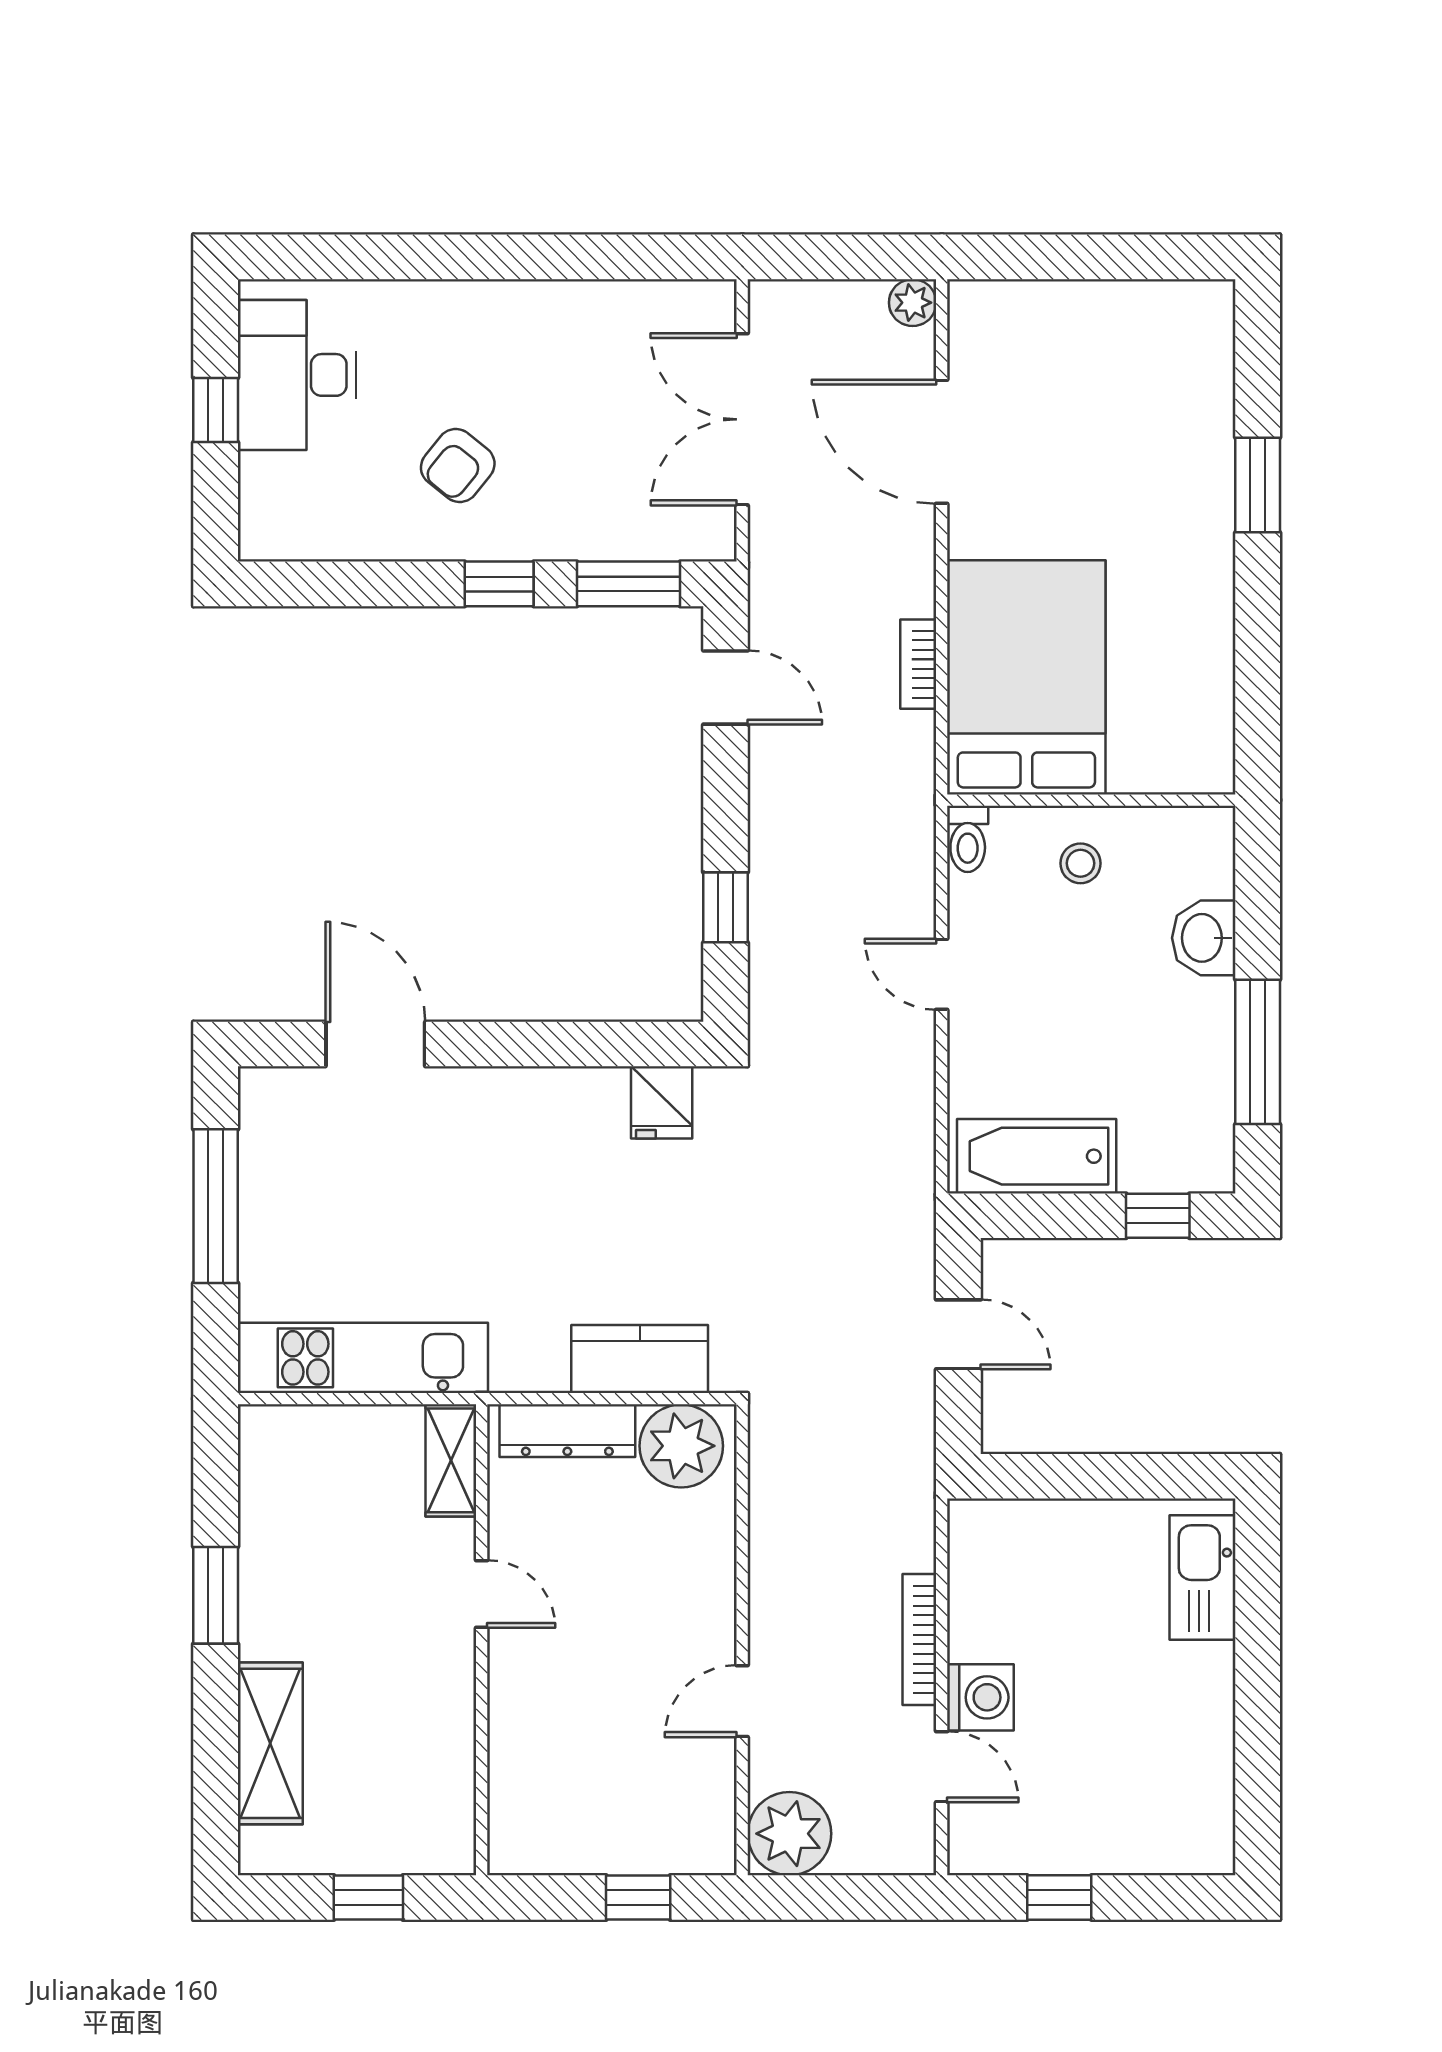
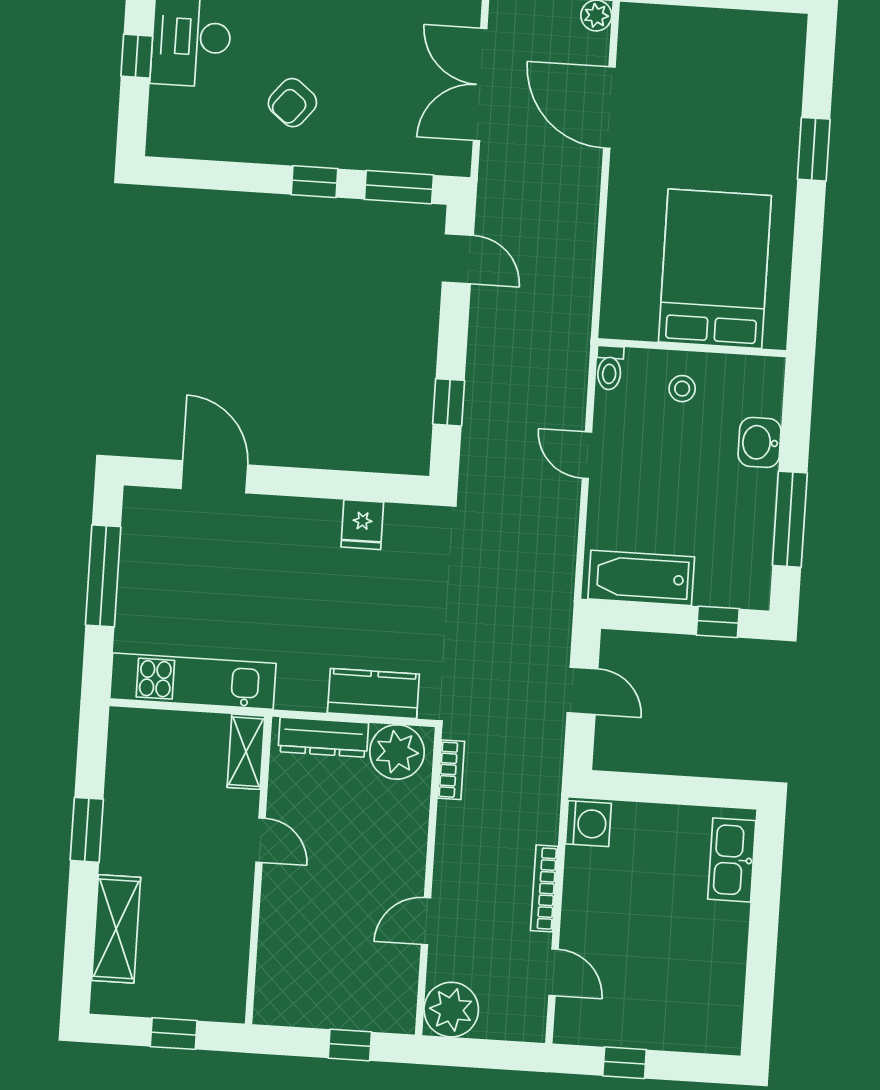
bookcase: (918, 664) -> (451, 770), moved, turned 180
bed: (1026, 677) -> (715, 269), moved
fridge: (662, 1102) -> (362, 525), moved
washing machine: (980, 1697) -> (588, 824), moved

